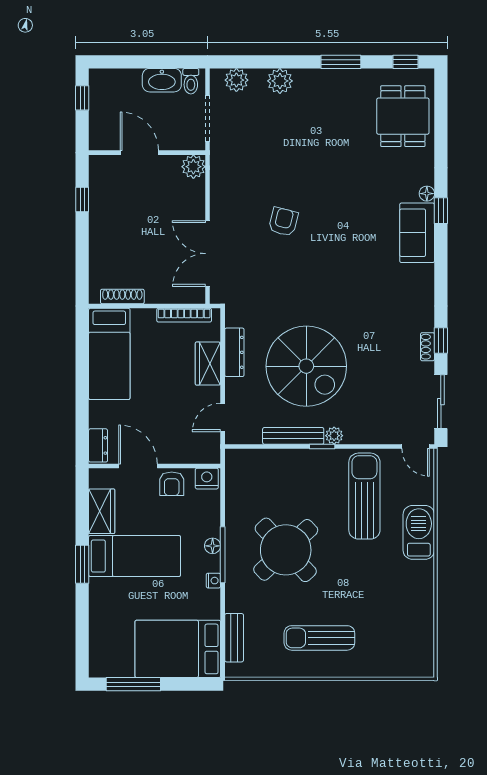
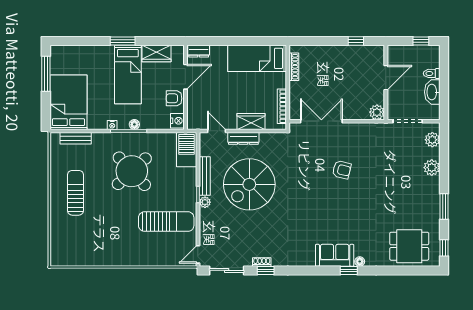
toilet: (191, 81) -> (432, 73), moved
dresser: (234, 352) -> (243, 138), moved
barbecue: (419, 532) -> (187, 150), moved, turned -90

